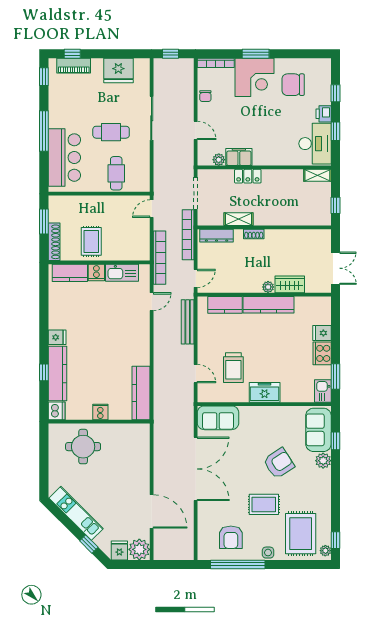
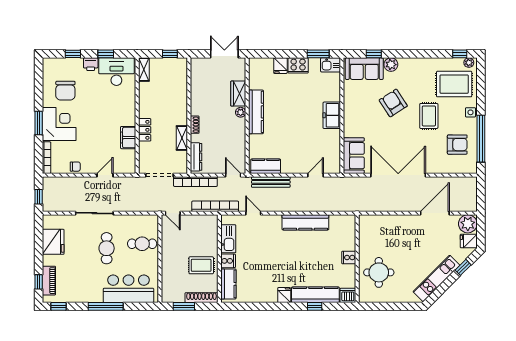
plant: (219, 160) -> (130, 155), removed
kitchen counter: (225, 305) -> (266, 166), moved, turned -90
trolley: (233, 368) -> (310, 142), removed
kitchen counter: (141, 393) -> (305, 222), moved

